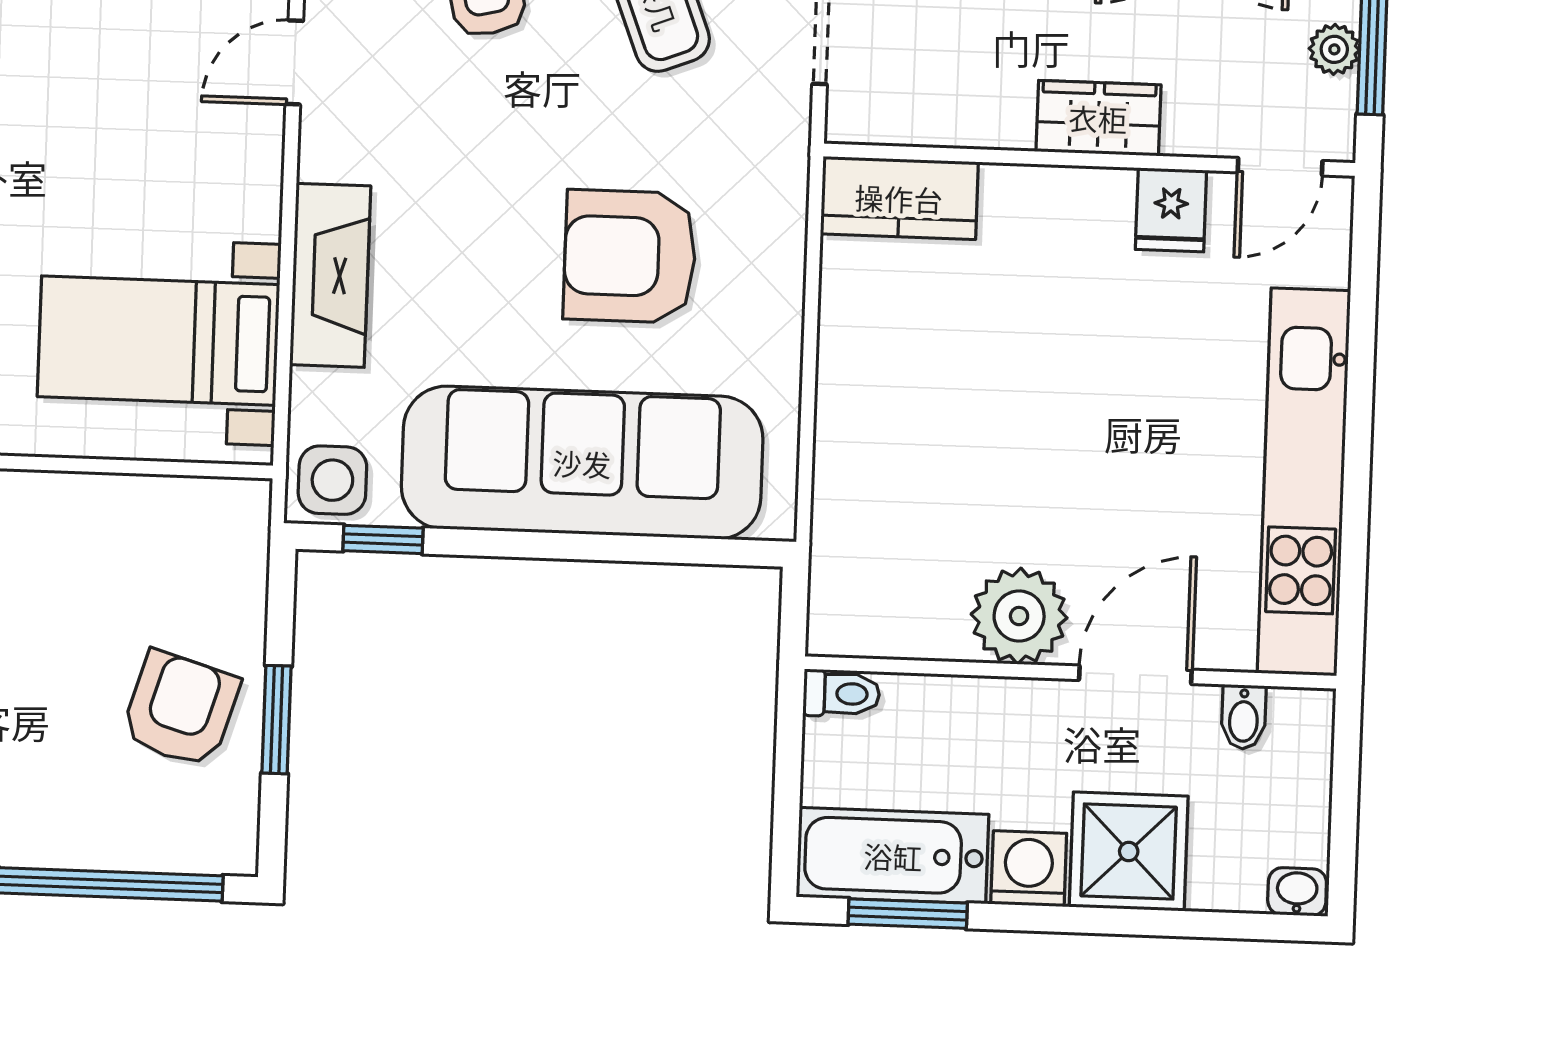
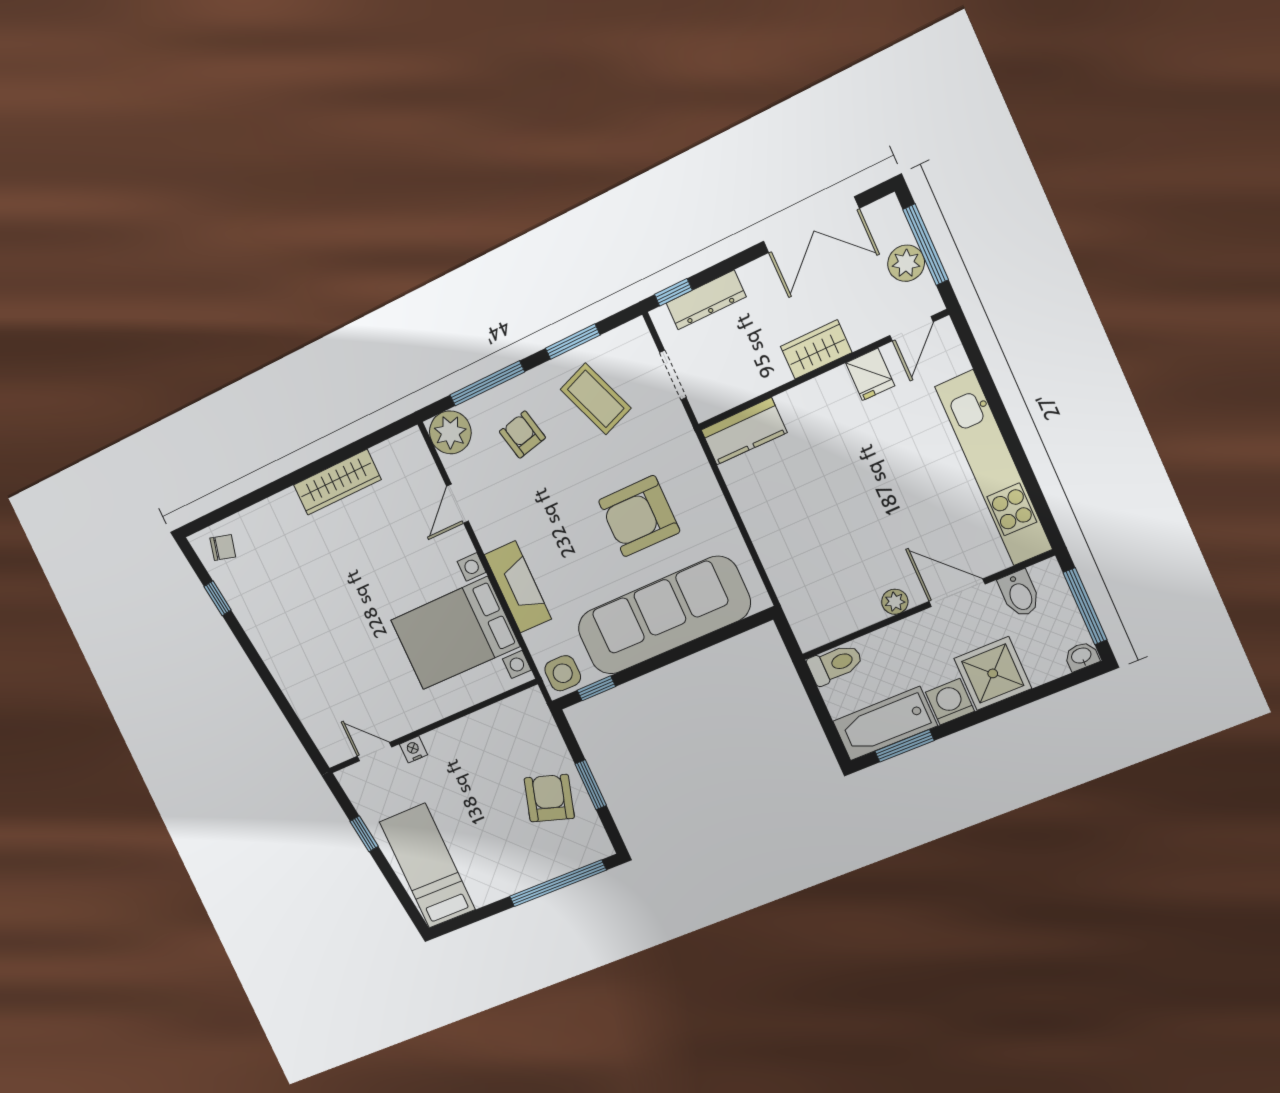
plant: (1334, 49) -> (906, 263), width x1.38, depth x1.38
bed with nightstands: (158, 341) -> (455, 633), width x1.36
plant: (1019, 616) -> (895, 602), width x0.53, depth x0.53
door: (1135, 675) -> (957, 593), hinge flipped
toilet: (841, 694) -> (835, 664), width x1.37, depth x1.39
bidet: (1244, 717) -> (1020, 594), width x1.38, depth x1.36
window: (1345, 804) -> (1085, 606), added

